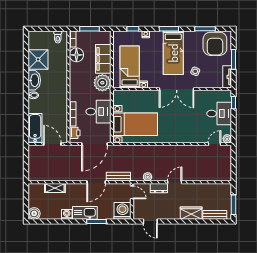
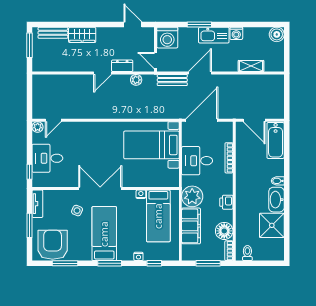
printer: (75, 133) -> (226, 202), moved

